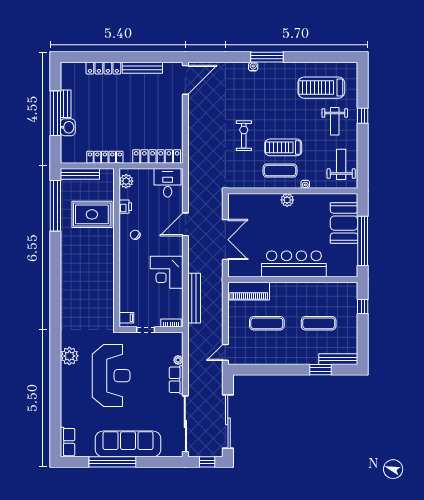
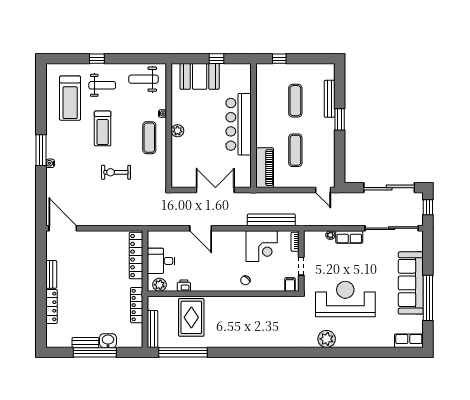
bench: (142, 68) -> (51, 274), width x0.73
treadmill: (283, 147) -> (103, 128), moved
desk: (168, 183) -> (161, 261), moved
chair: (135, 235) -> (245, 280), moved
window: (363, 241) -> (217, 59), width x0.32
corner desk: (167, 272) -> (262, 246), moved
bench: (338, 359) -> (330, 99), moved
window: (320, 370) -> (340, 119), moved

